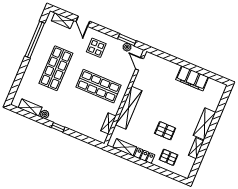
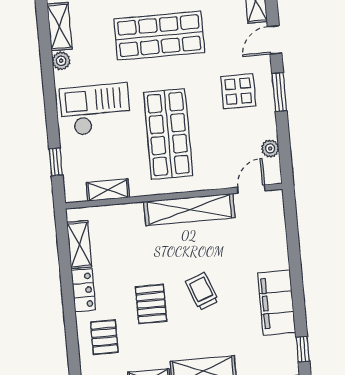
window: (127, 40) -> (279, 92), moved
window: (217, 78) -> (303, 349), added
trolley: (171, 107) -> (202, 291), added
shelving: (129, 108) -> (189, 210), moved
checkout: (72, 111) -> (95, 110), added
window: (58, 127) -> (56, 162), moved

